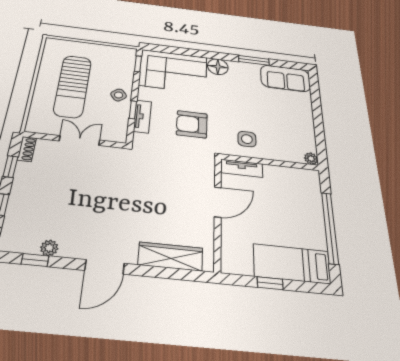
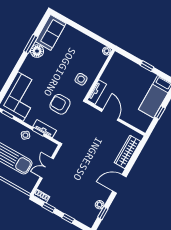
floor lamp: (218, 67) -> (37, 51), moved
armchair: (192, 124) -> (60, 104), turned 90
window: (330, 228) -> (147, 66), width x0.32
door: (105, 267) -> (119, 184), swing flipped

